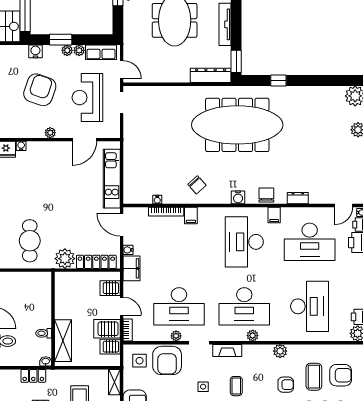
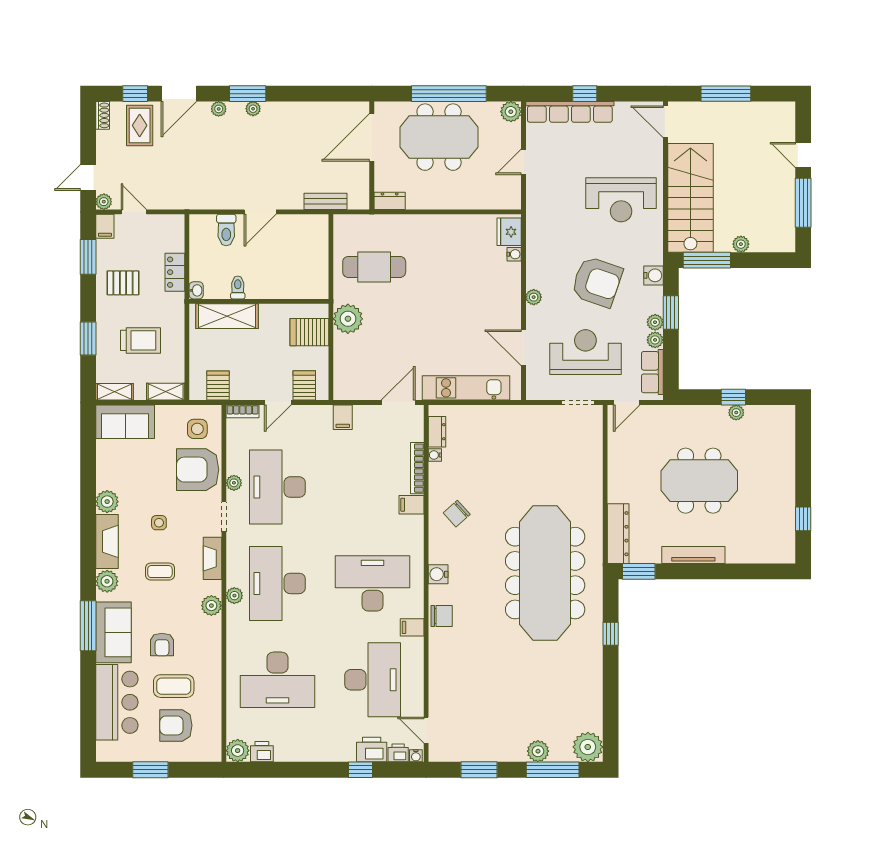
dresser: (298, 198) -> (437, 432), moved
desk: (310, 242) -> (373, 680), turned 180
water cooler: (128, 250) -> (361, 412), removed
locker: (96, 262) -> (343, 365), removed
filing cabinet: (132, 268) -> (343, 417), width x0.50
server rack: (107, 329) -> (309, 332), moved, turned -90
plant: (280, 351) -> (211, 606), moved
armchair: (341, 375) -> (176, 725), turned 90

